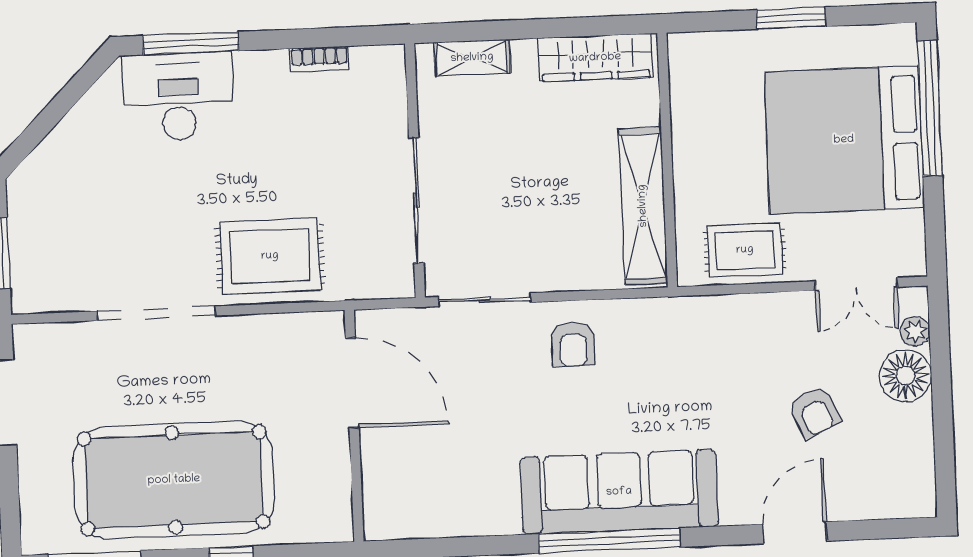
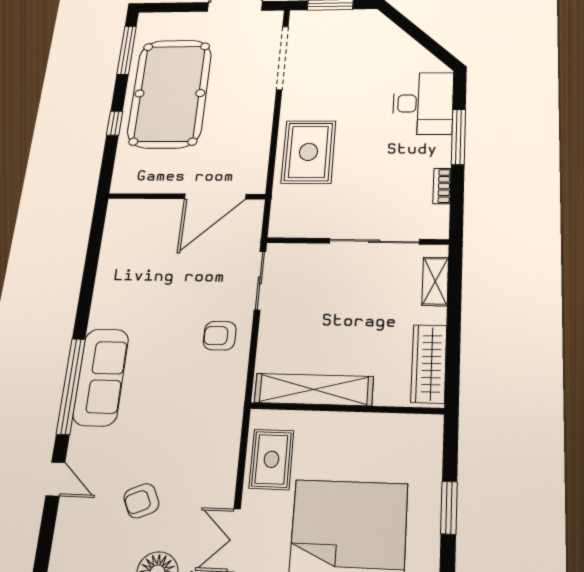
window: (191, 43) -> (458, 137), moved
sliding door: (416, 200) -> (374, 241), moved
doorway: (156, 313) -> (282, 58), moved
sofa: (619, 492) -> (101, 377), width x0.74, depth x0.79
door: (795, 533) -> (55, 479), width x0.73
window: (609, 541) -> (71, 386), moved

